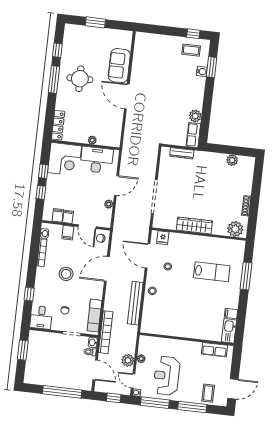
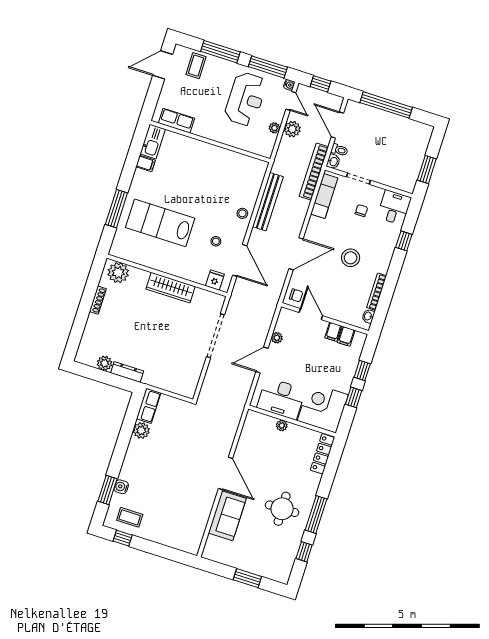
dresser: (182, 153) -> (127, 372), moved
filing cabinet: (68, 233) -> (338, 311), removed
lab bench: (212, 272) -> (160, 223), width x1.36, depth x1.39

